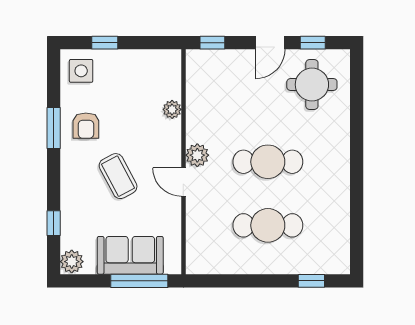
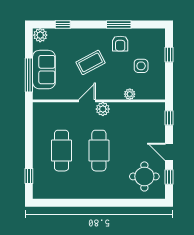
side table: (81, 71) -> (141, 66), moved
armchair: (86, 126) -> (120, 44), turned -90

